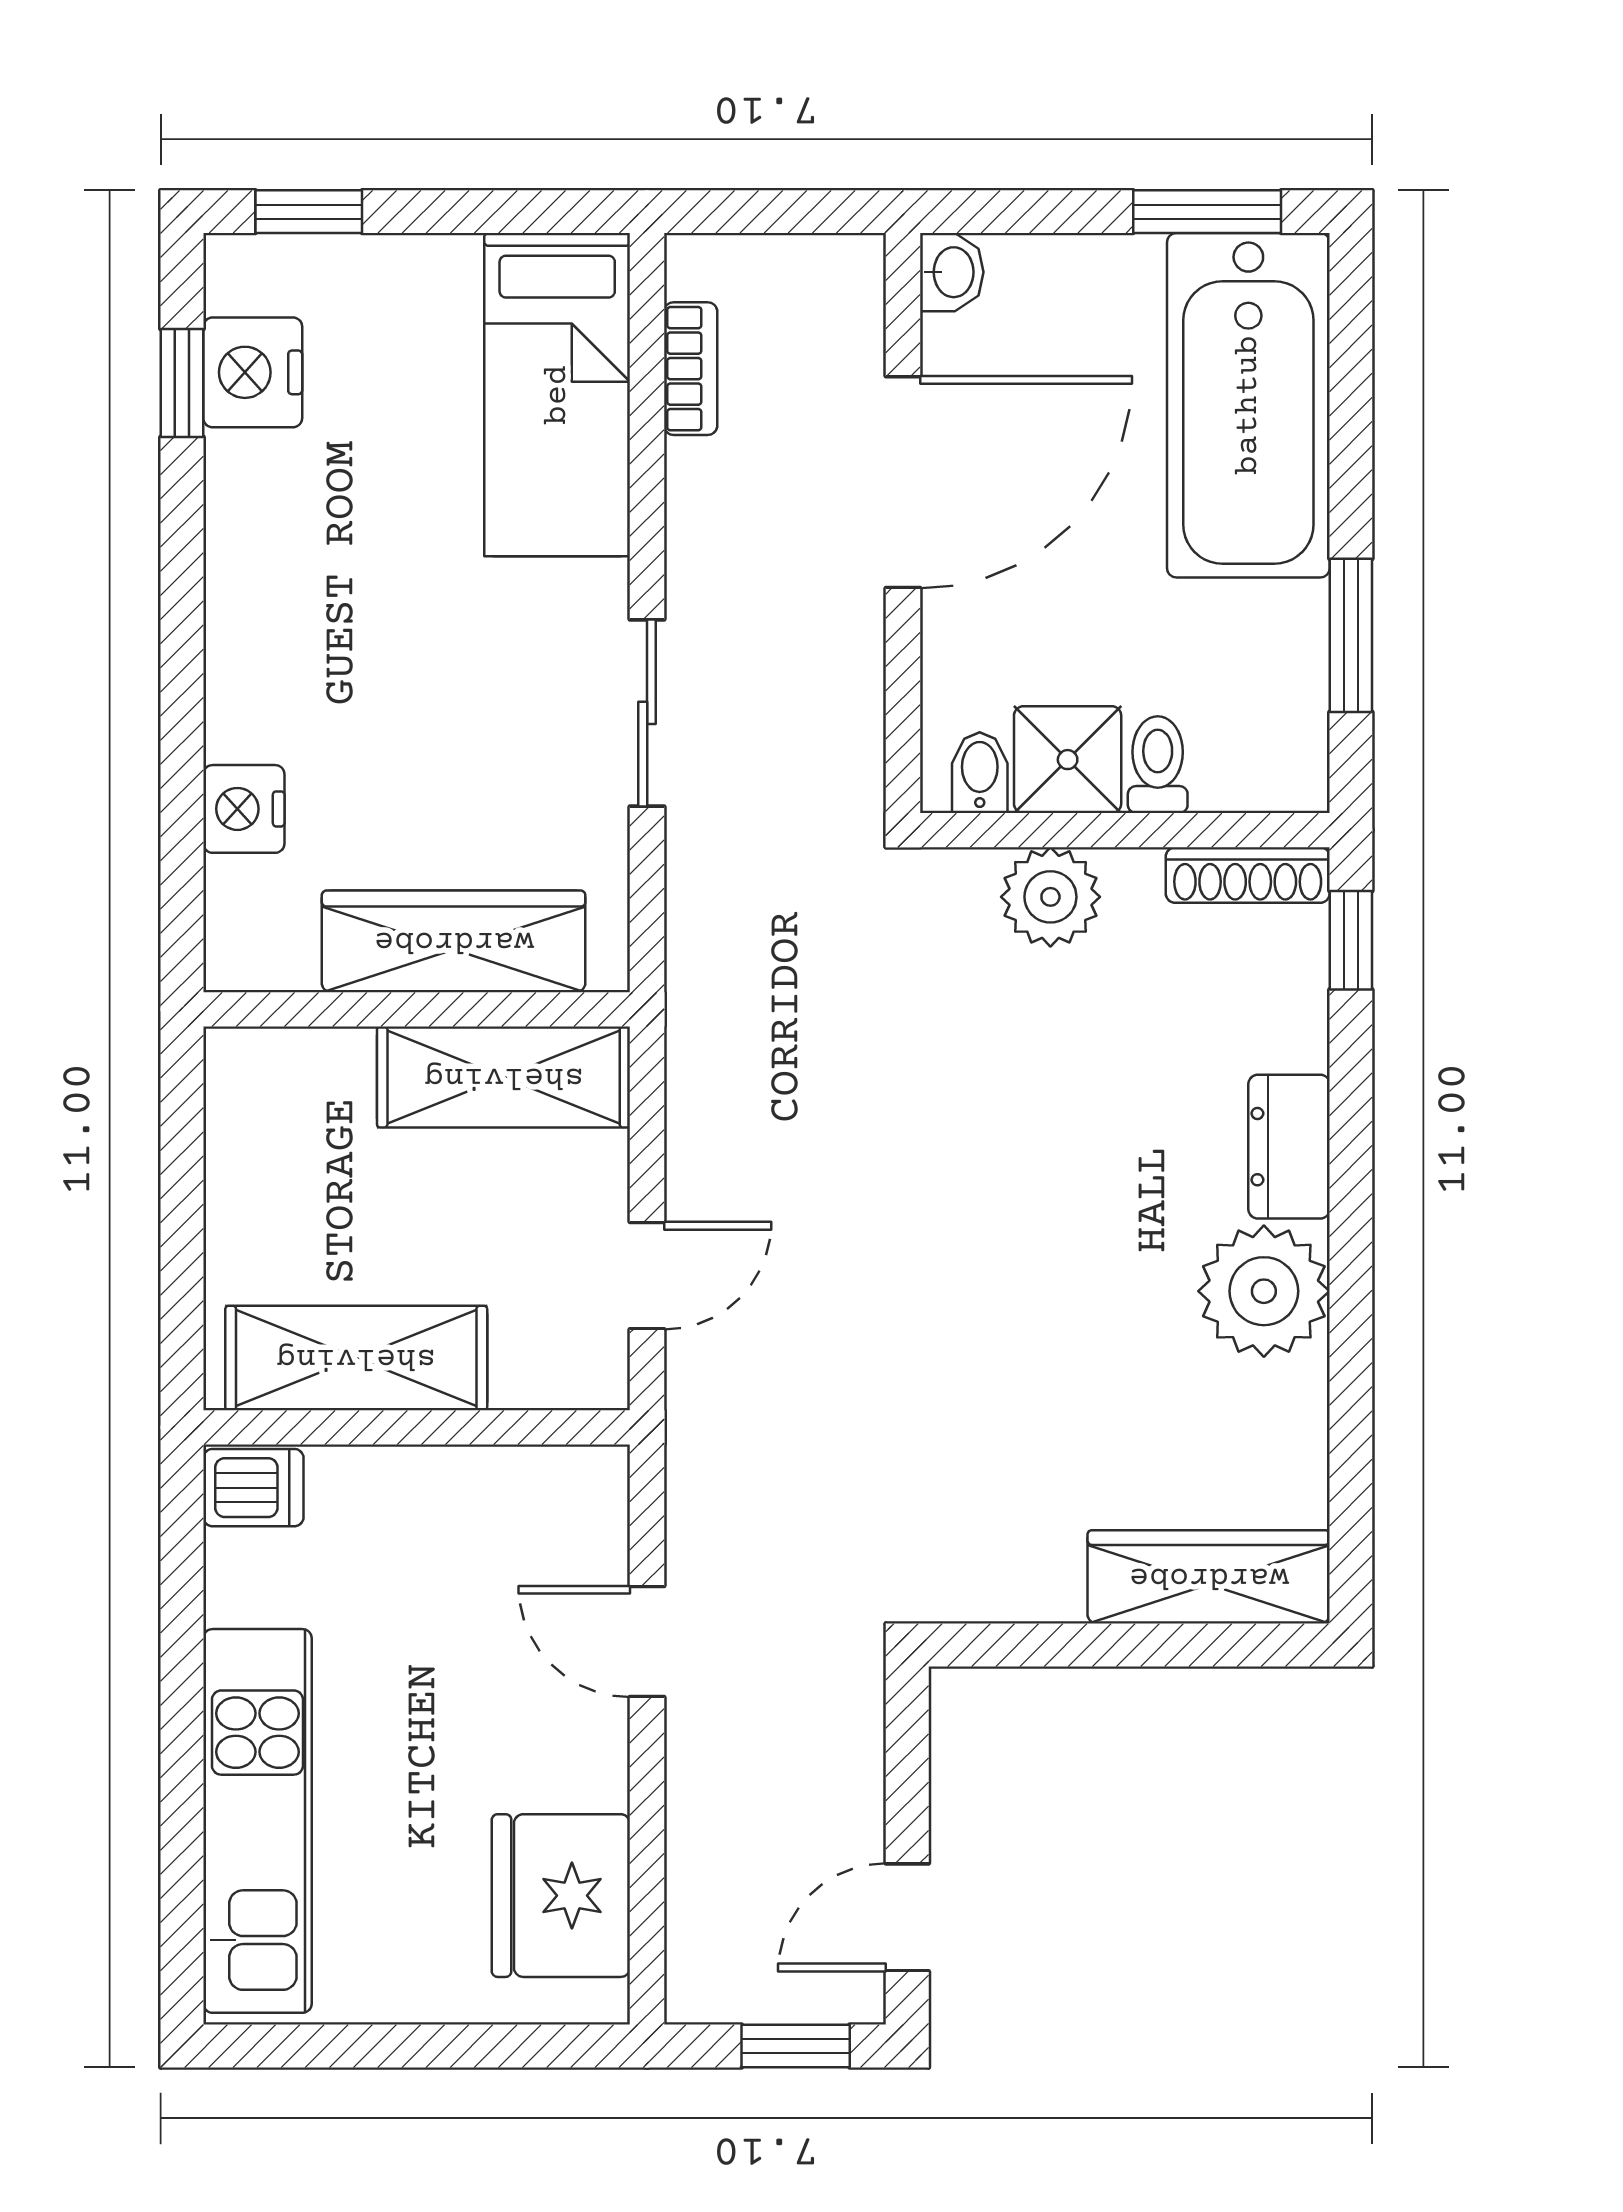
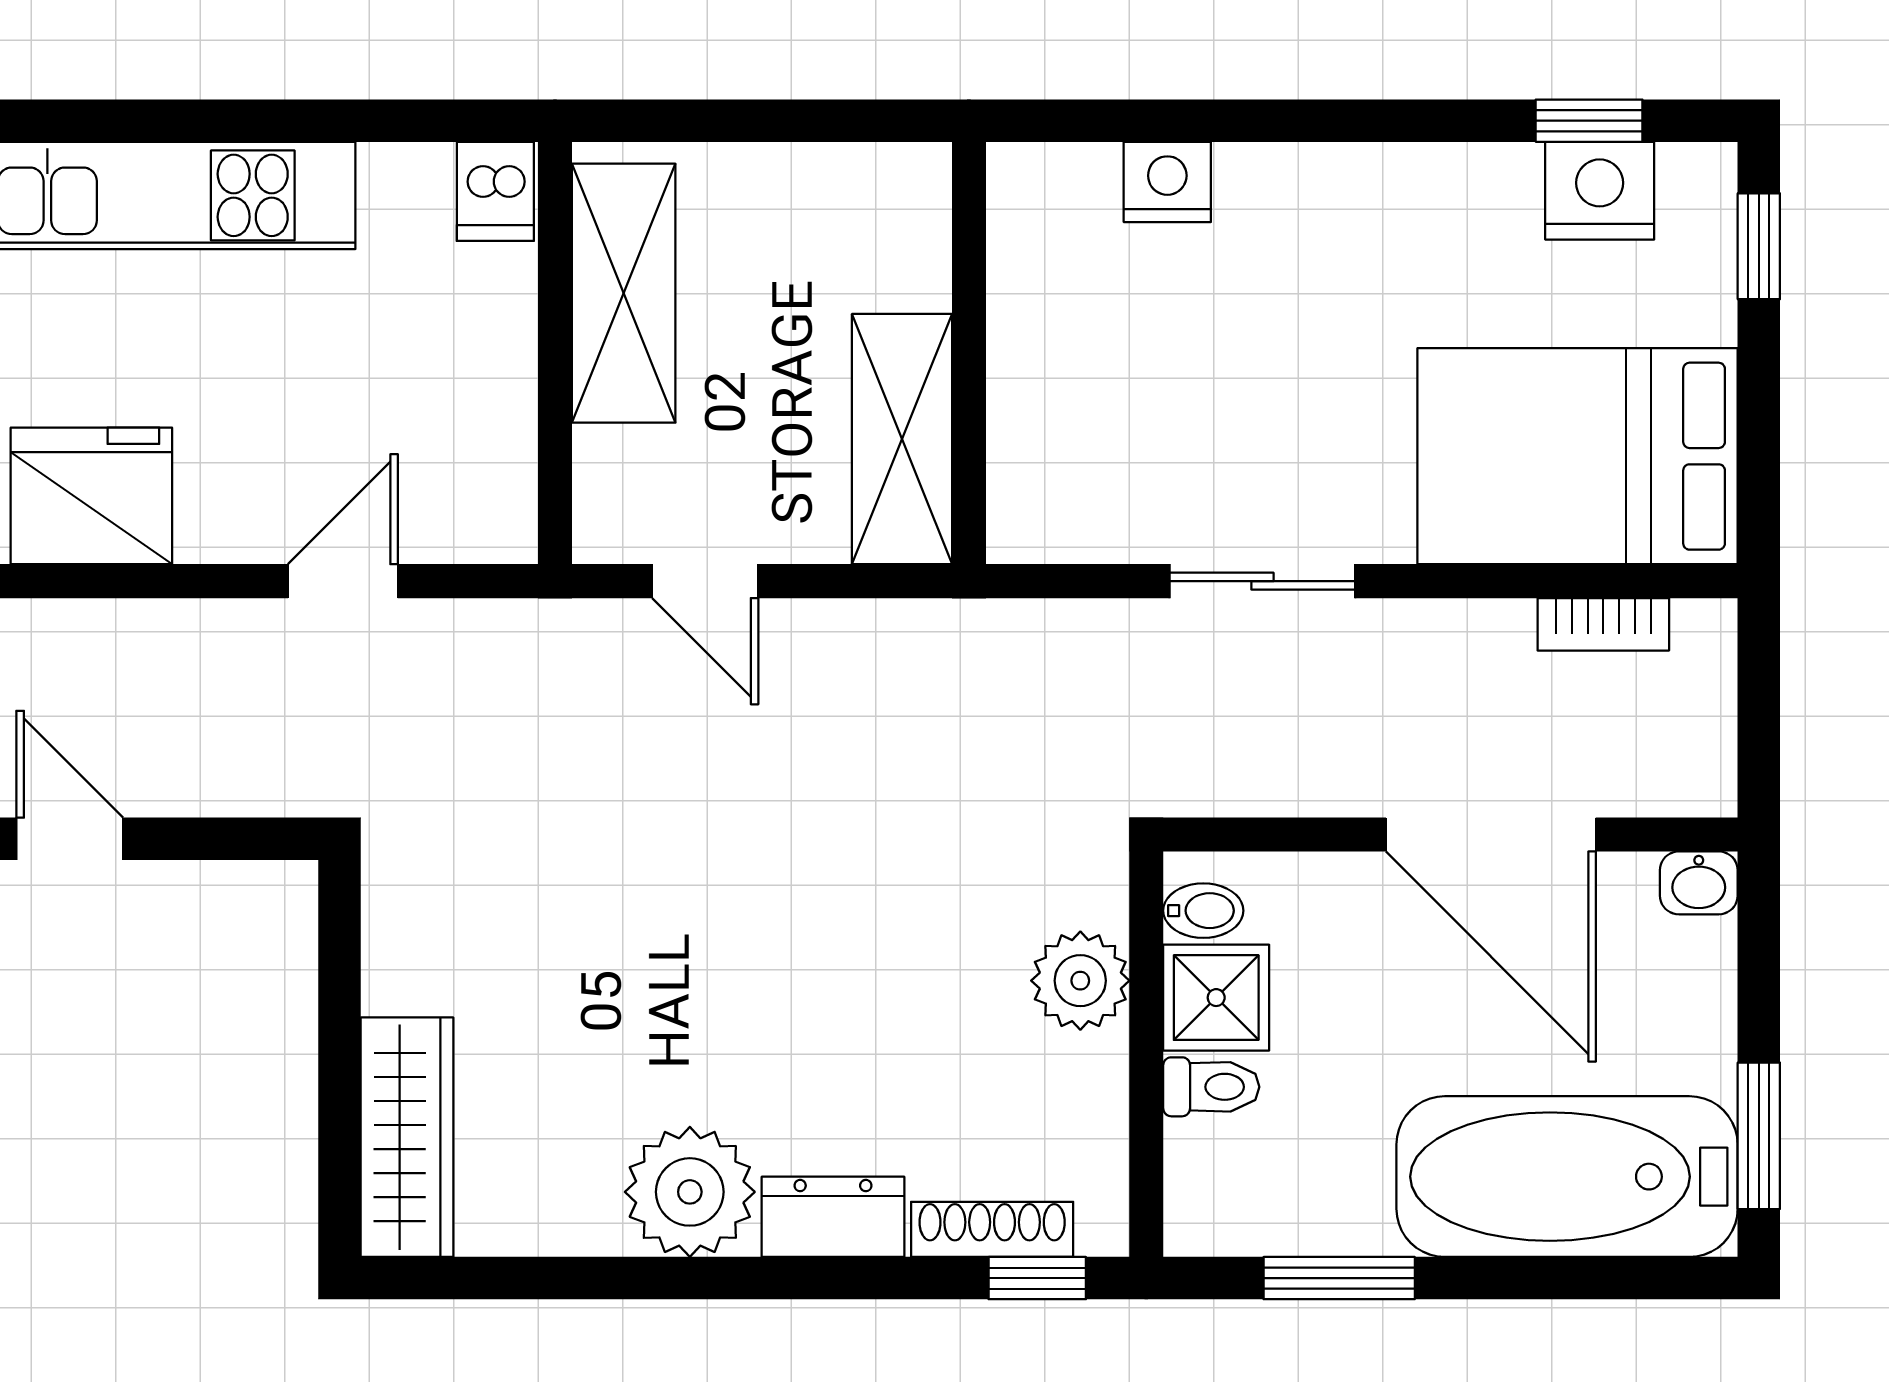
bed: (557, 395) -> (1578, 456), width x1.50
shoe rack: (1248, 875) -> (992, 1229), moved, turned 90
wardrobe: (454, 941) -> (1036, 390), removed

